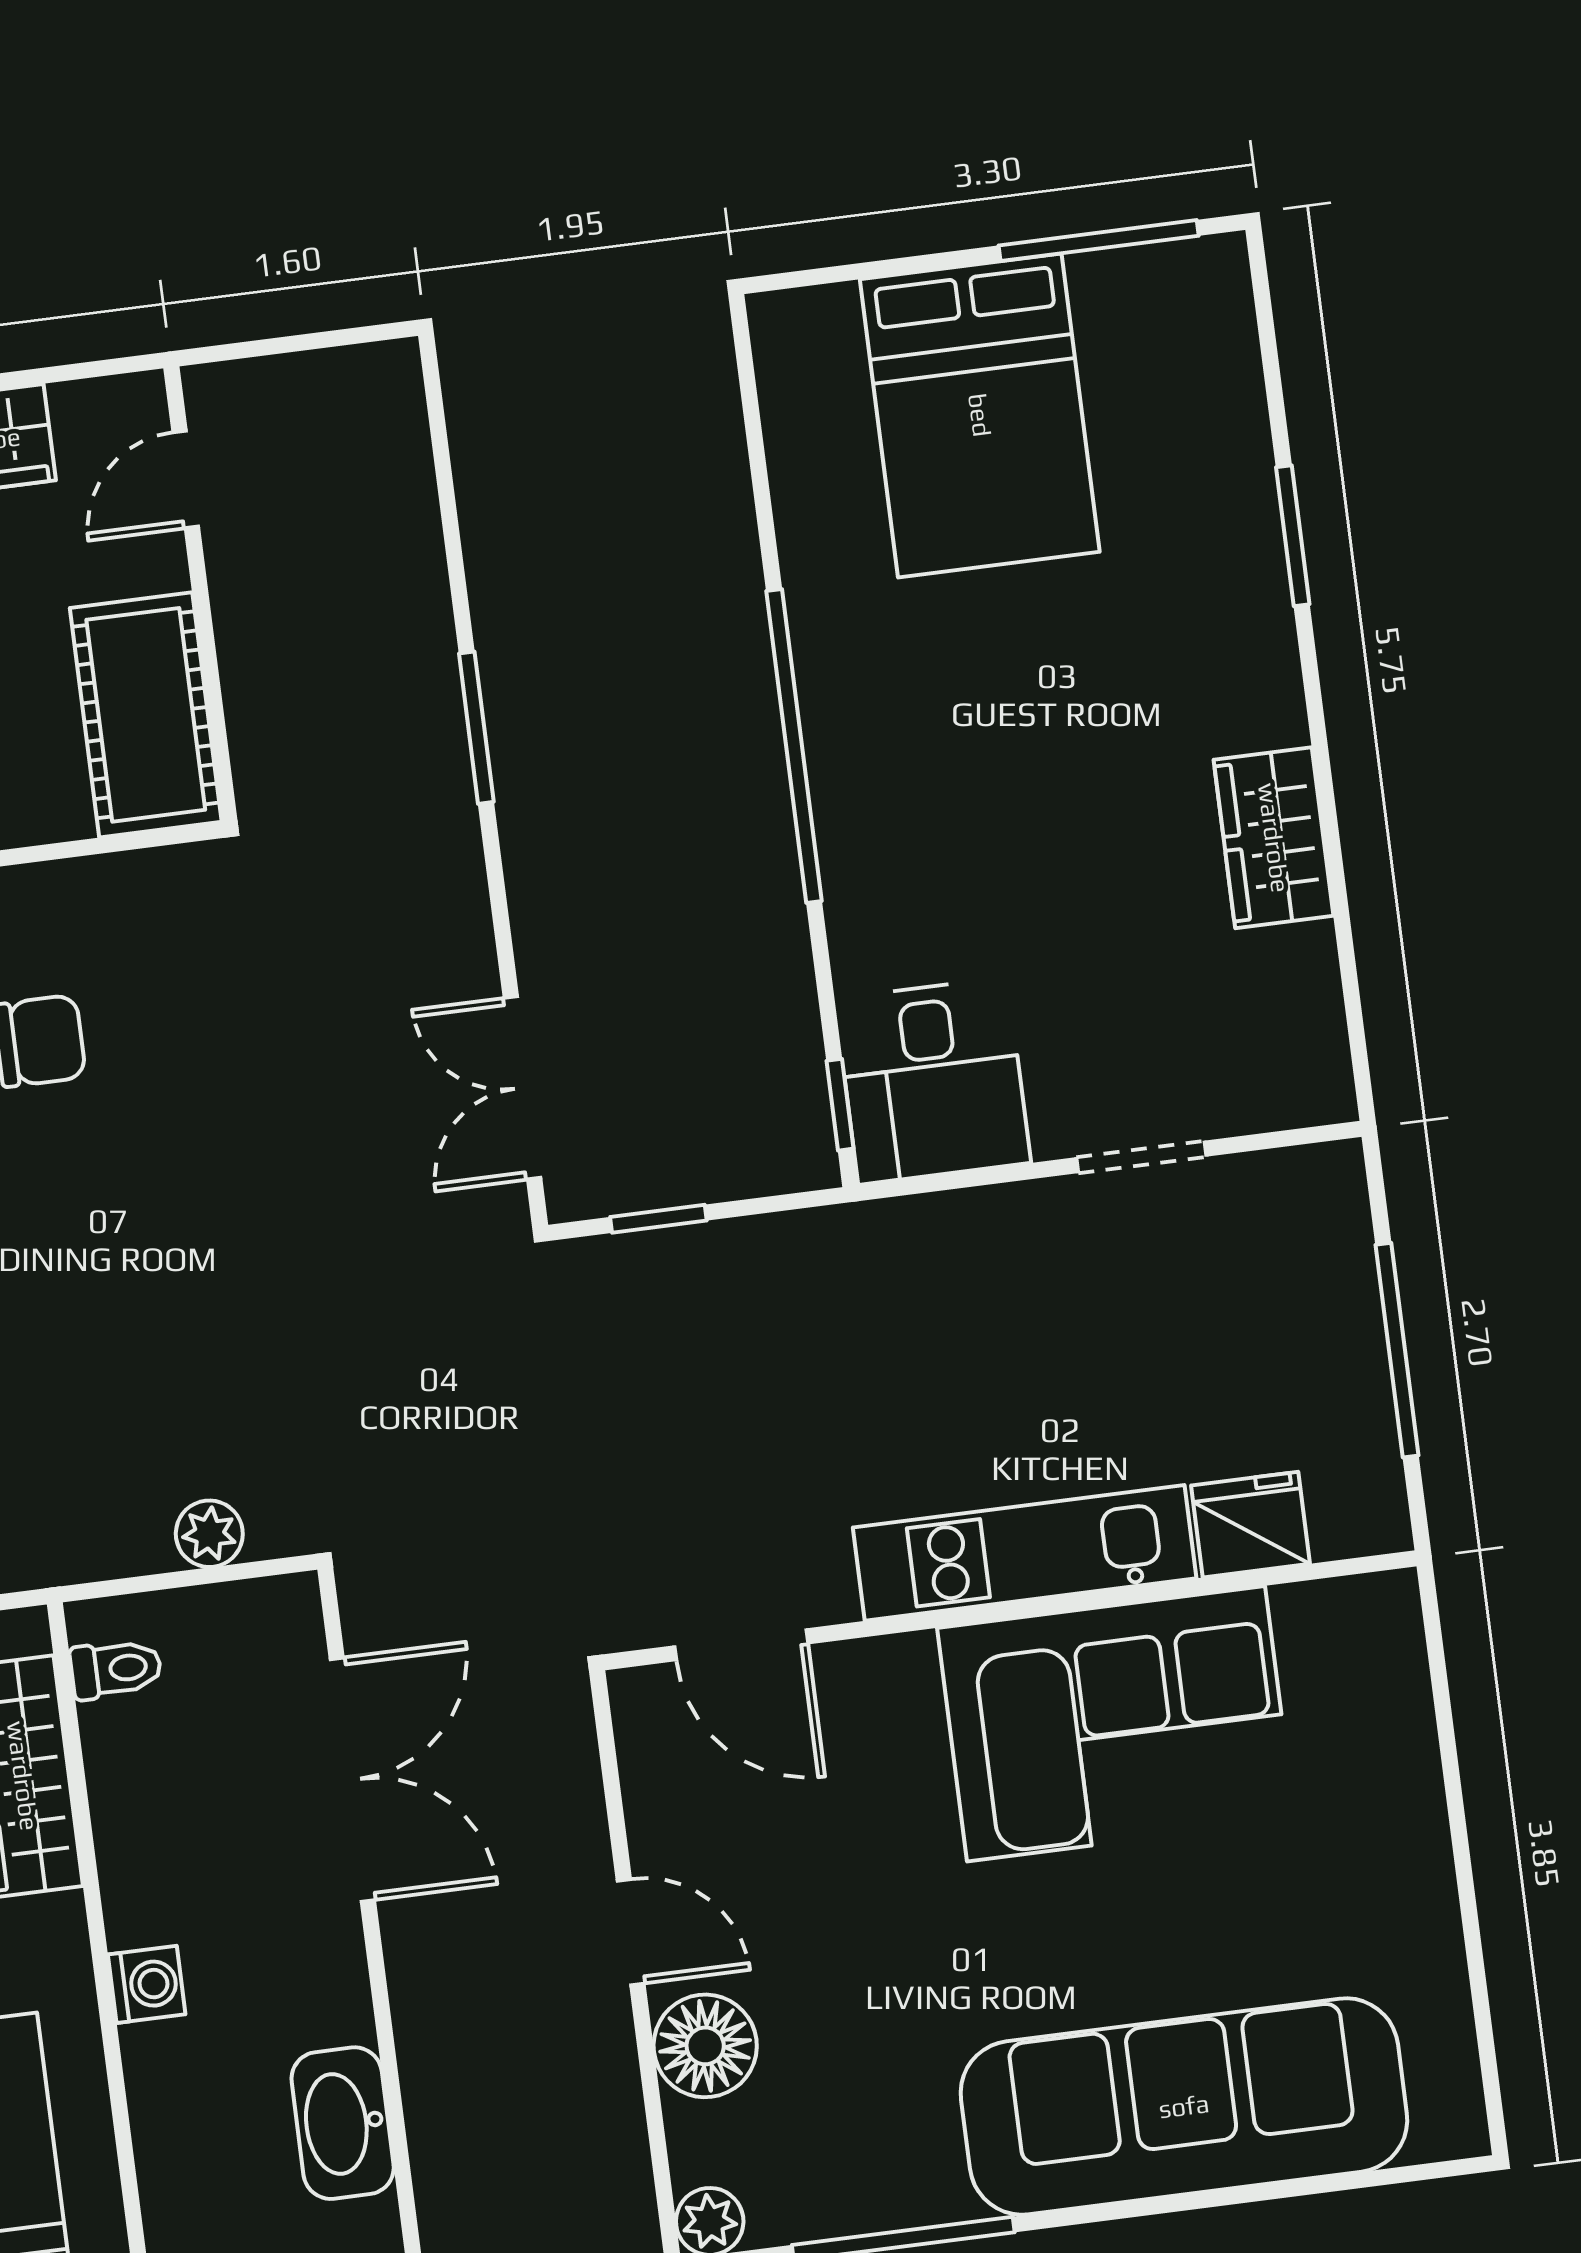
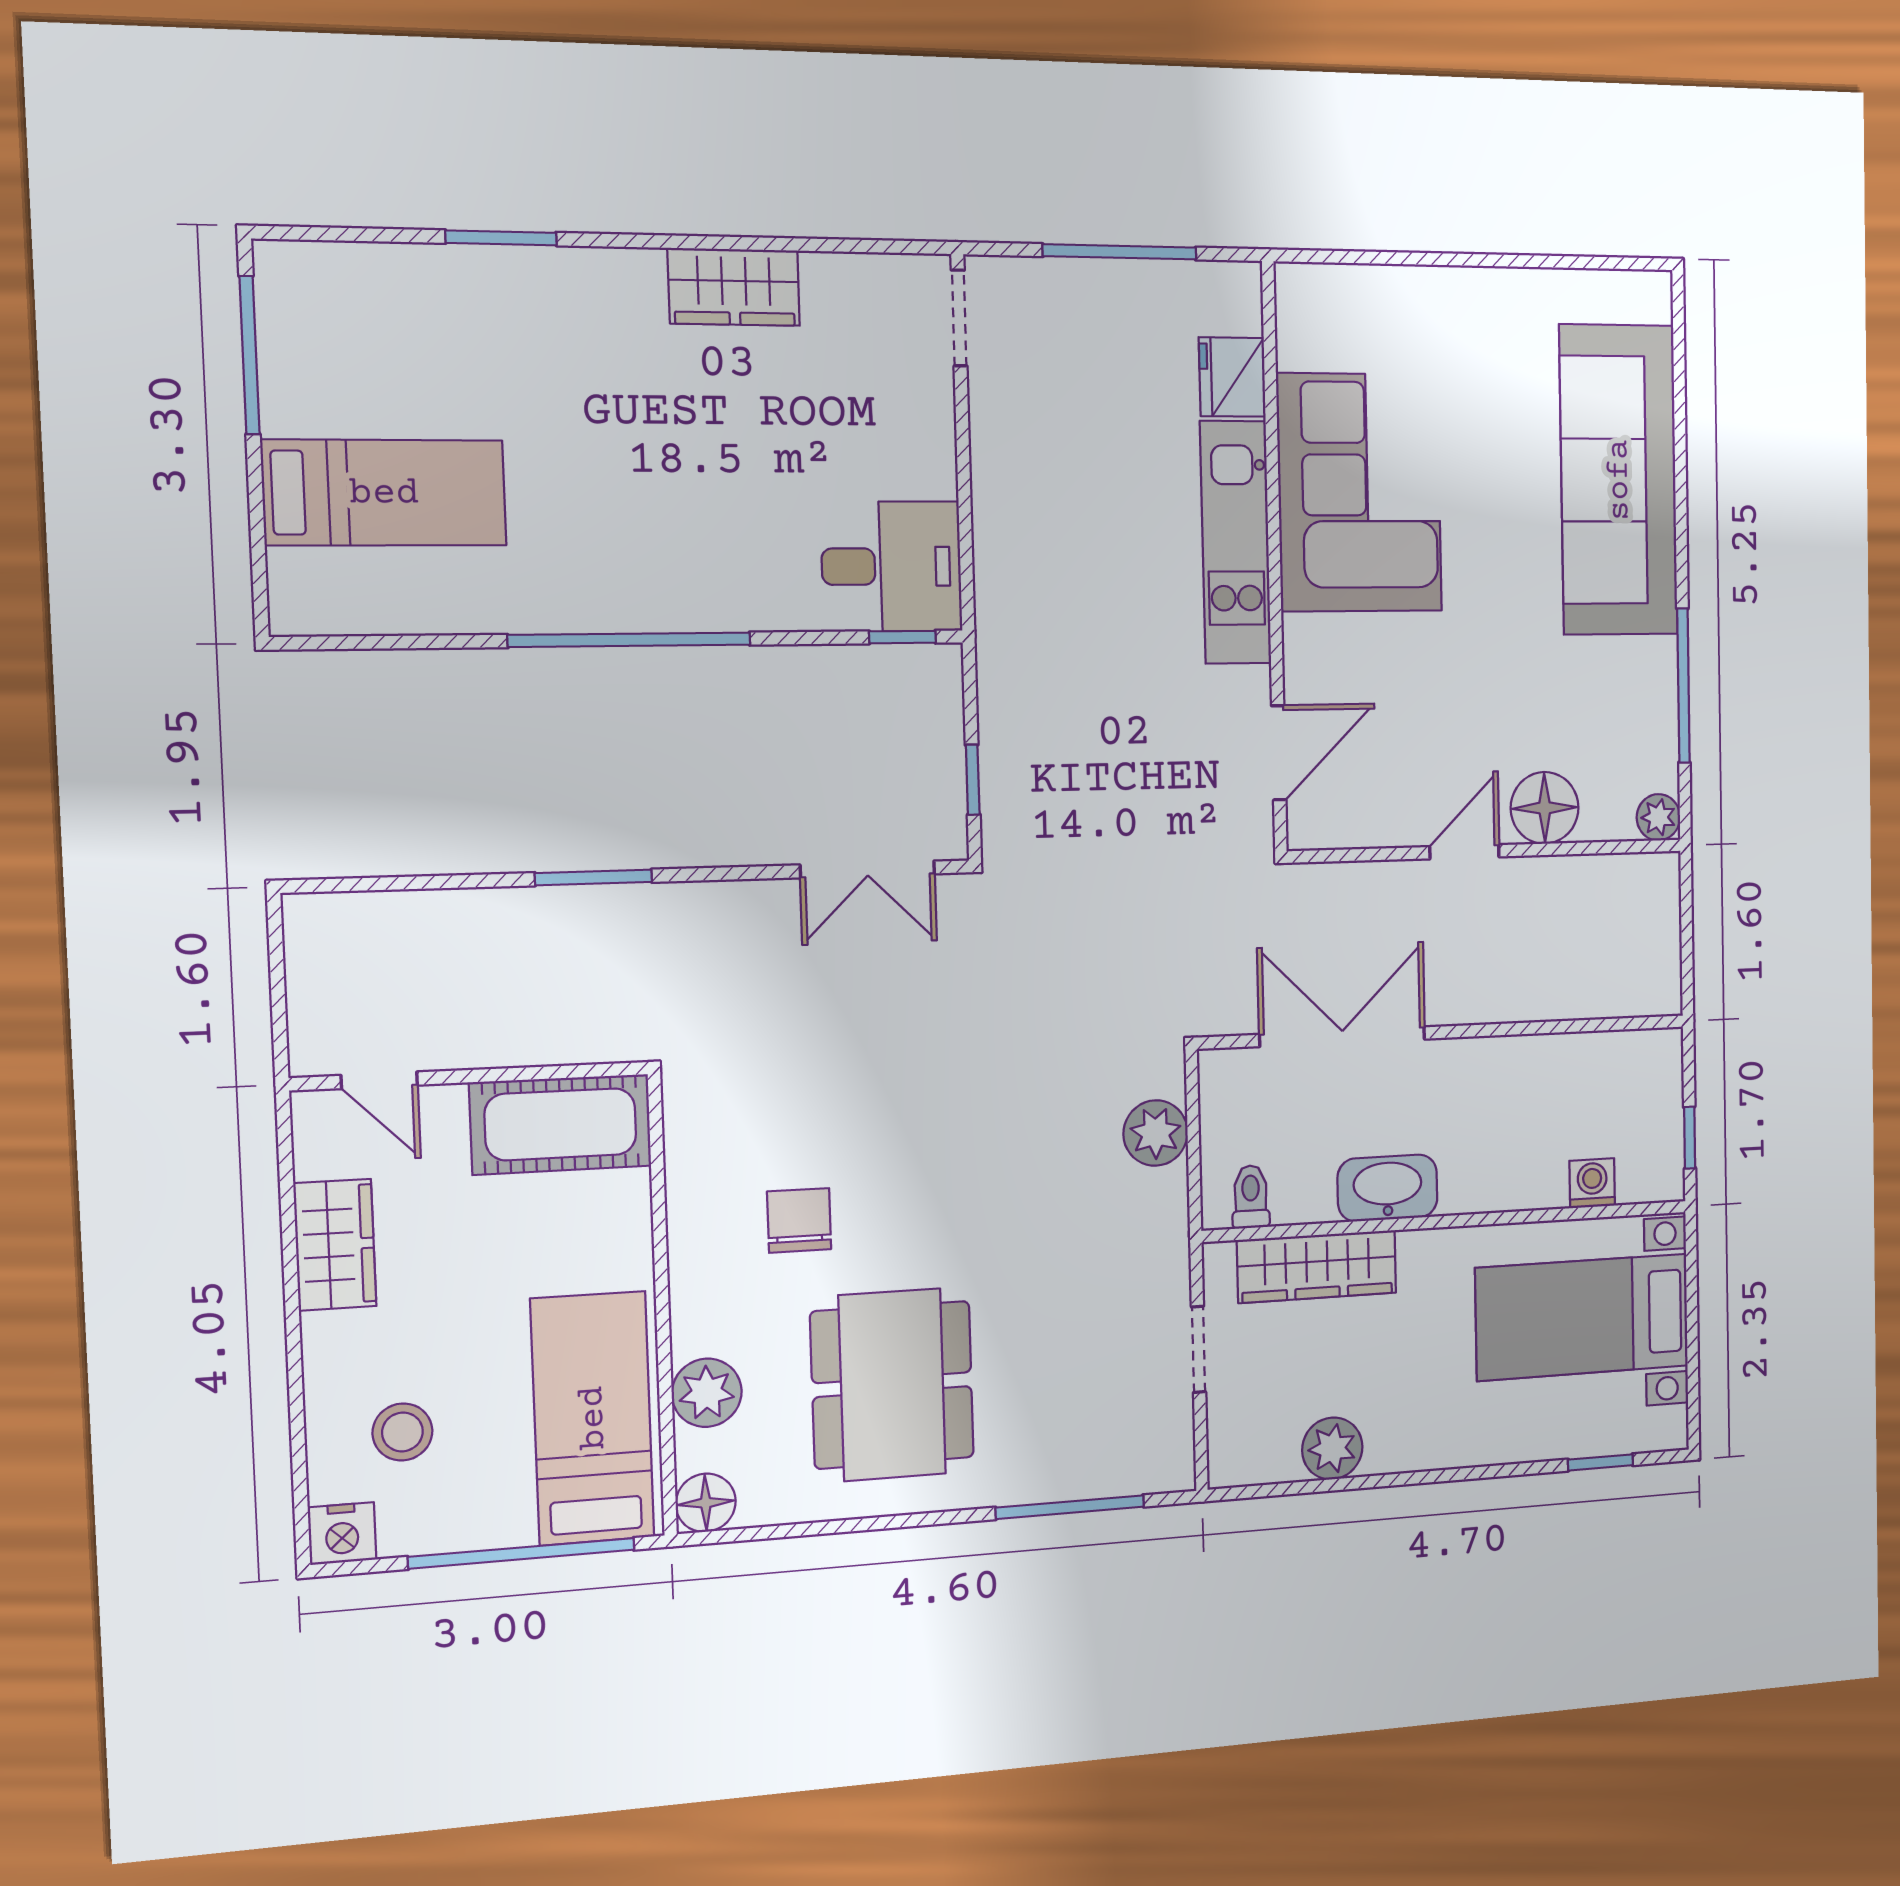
bed: (980, 415) -> (384, 493), width x0.67
doorway: (1141, 1157) -> (959, 318), moved
plant: (209, 1534) -> (1156, 1133), width x1.38, depth x1.38
washing machine: (147, 1984) -> (1592, 1183), moved
washbasin: (343, 2123) -> (1388, 1188), moved, turned 180

